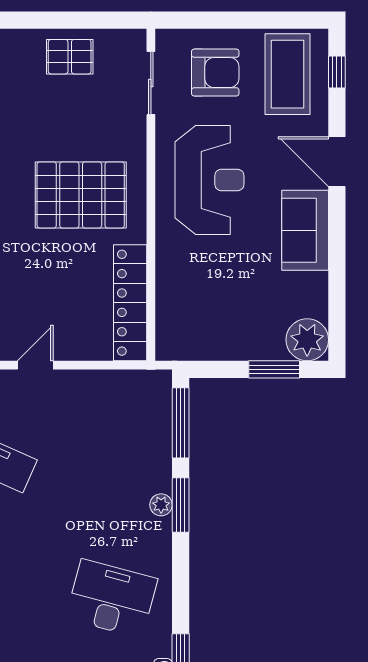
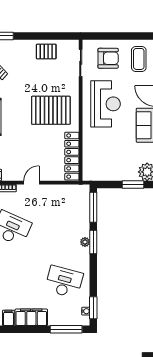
coffee table: (287, 74) -> (139, 59), width x0.73, depth x0.76

